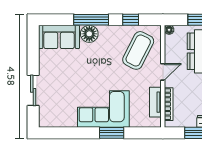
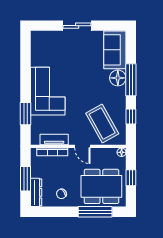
coffee table: (138, 50) -> (102, 124), turned 34
sliding door: (33, 90) -> (77, 26), moved
window: (112, 133) -> (25, 114), moved

